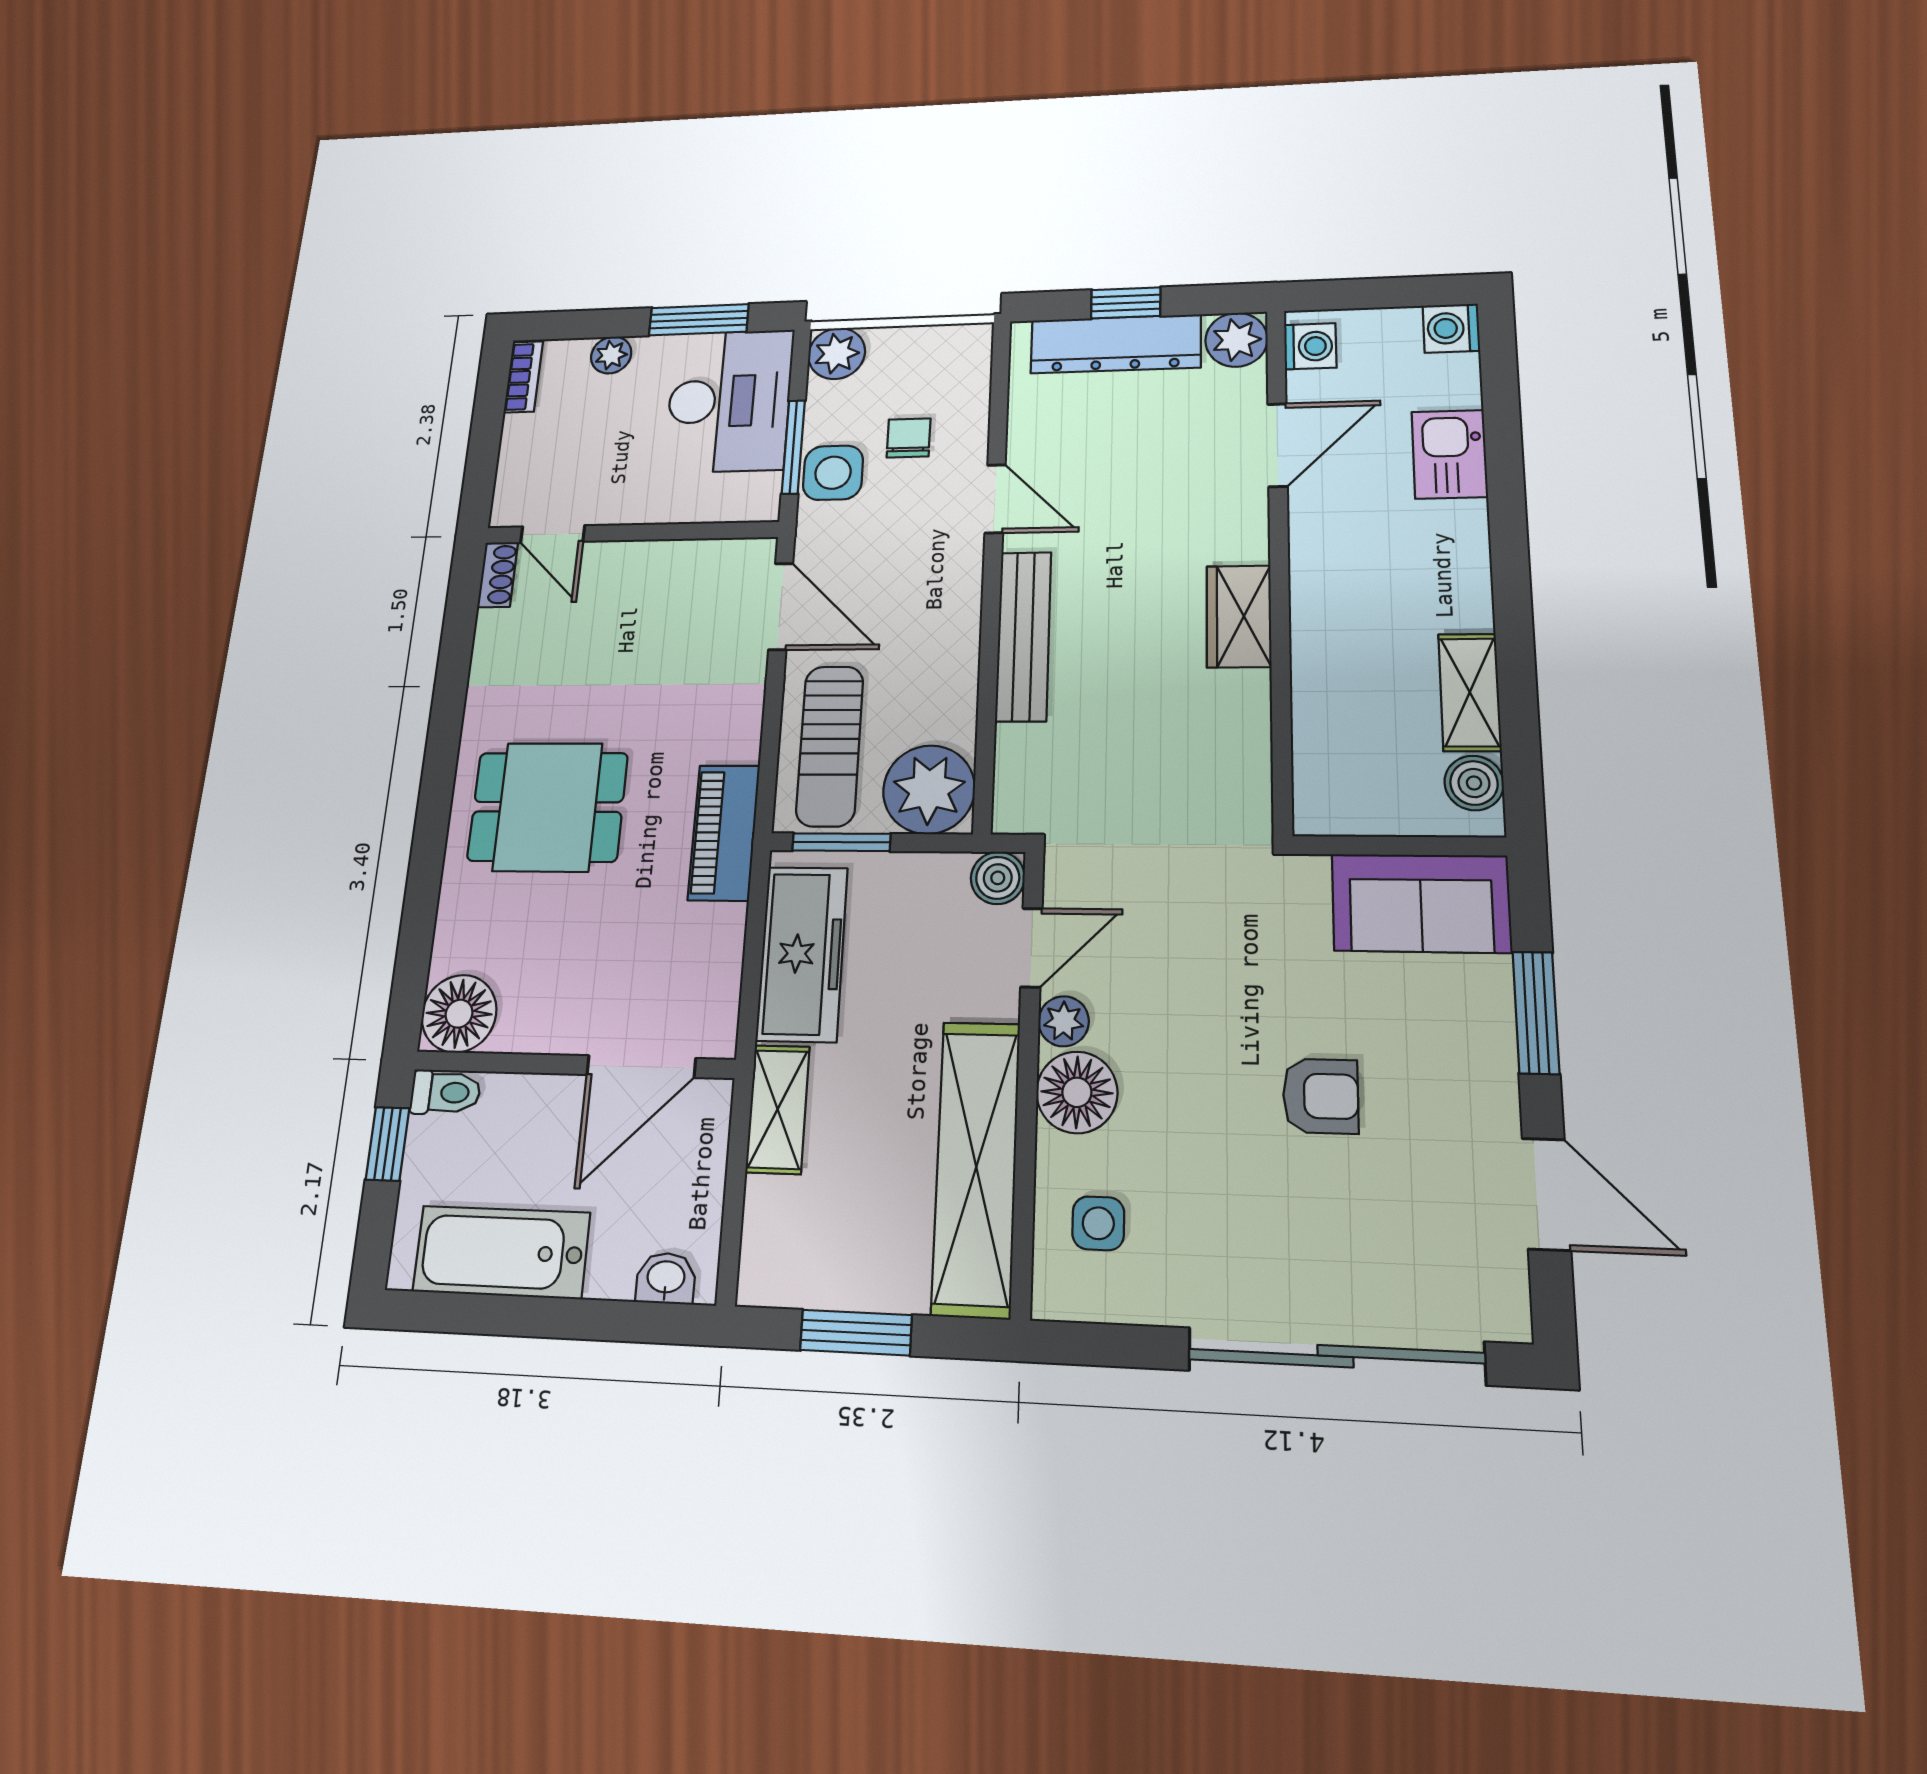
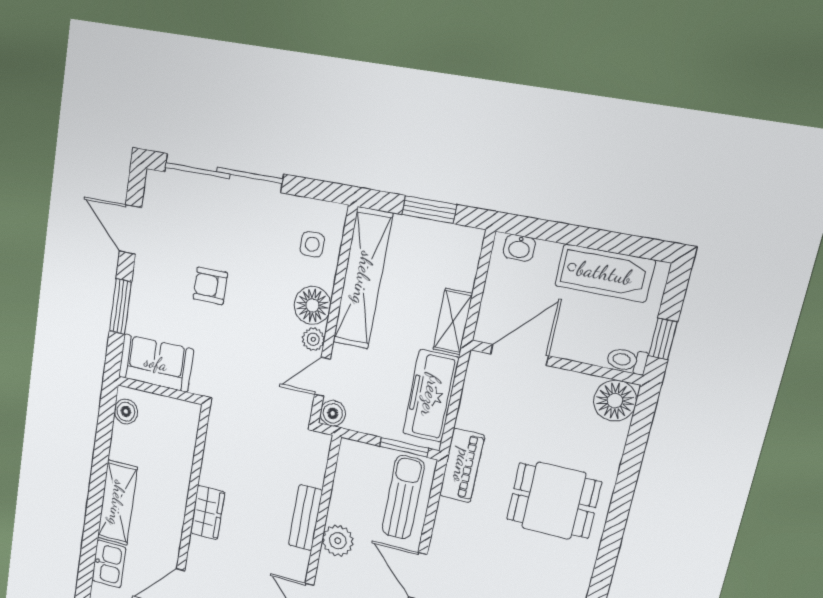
bench: (1023, 636) -> (305, 518), width x0.73
shelving: (1470, 692) -> (117, 503), moved, width x1.50, depth x1.33
plant: (929, 790) -> (338, 541), moved, width x0.73, depth x0.73

